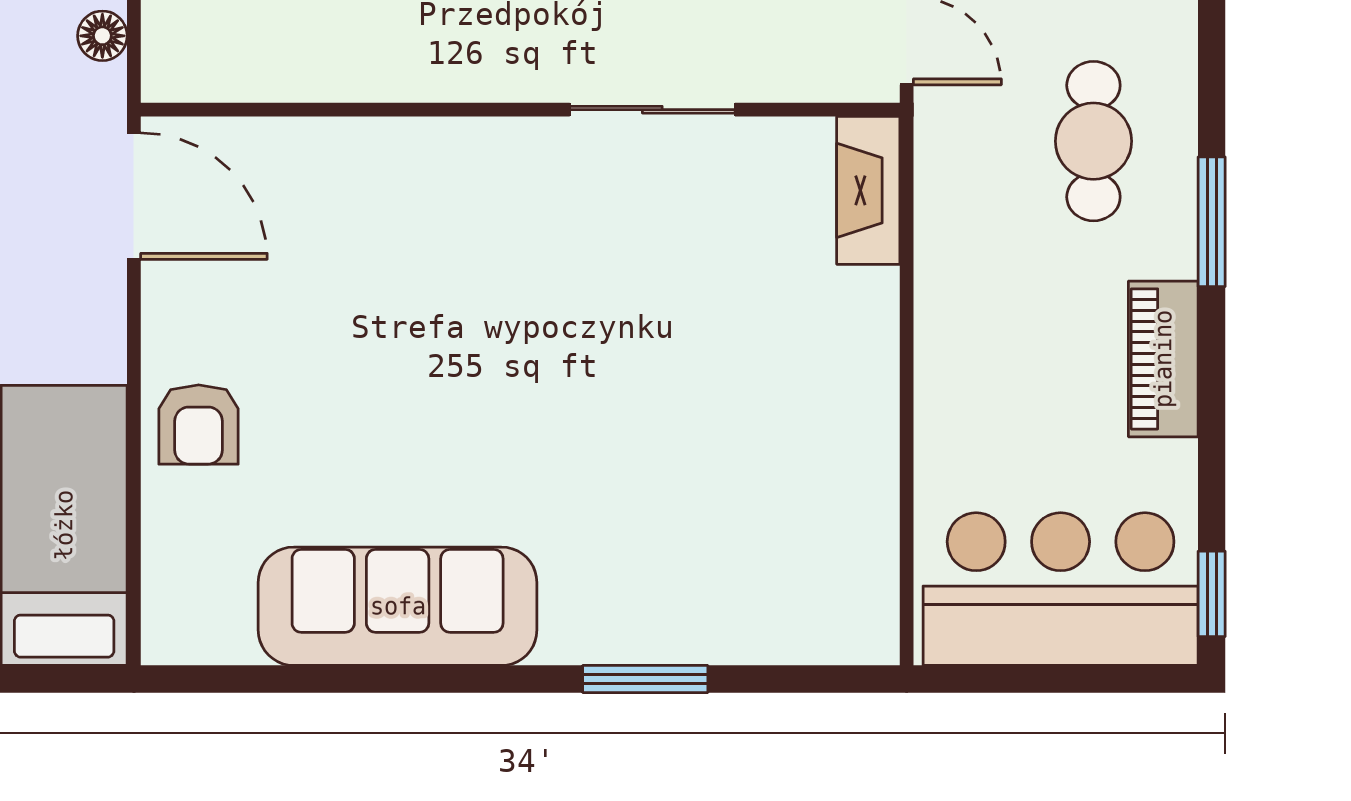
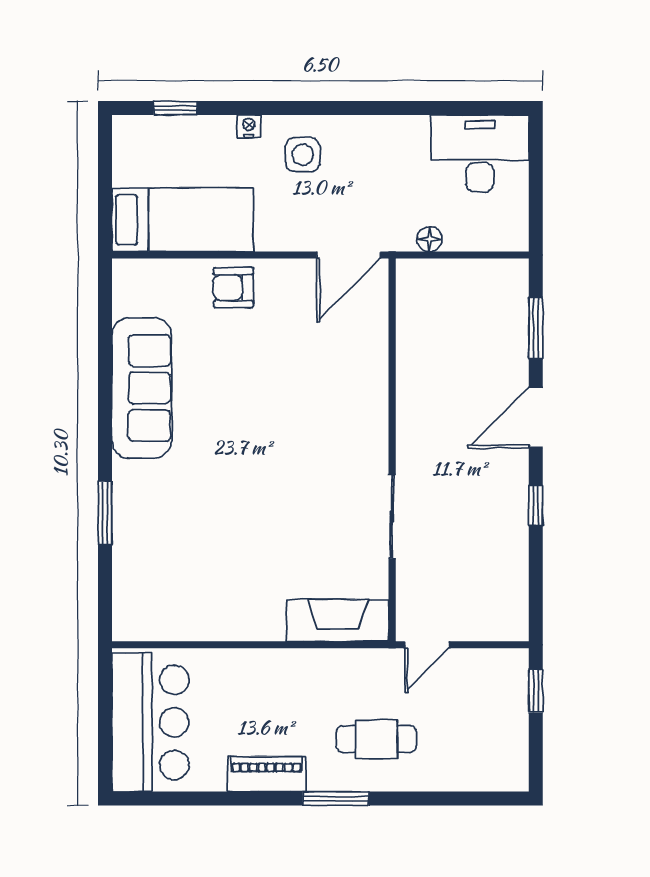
fireplace: (868, 190) -> (338, 620), width x1.37, depth x1.32
window: (1212, 594) -> (148, 799), removed

